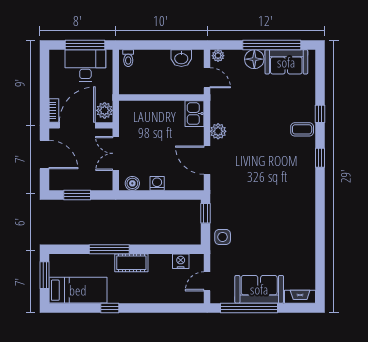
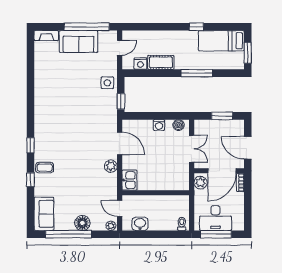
sofa: (286, 62) -> (44, 214), moved, turned 90
cot: (131, 263) -> (161, 62), moved

